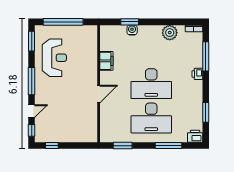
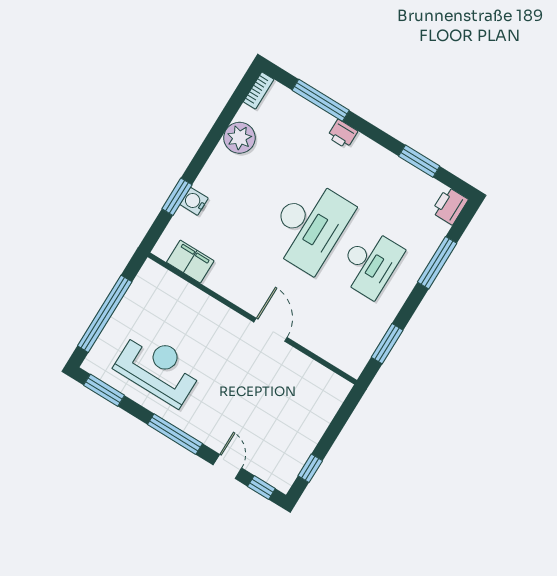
filing cabinet: (106, 61) -> (190, 262), moved
desk: (151, 118) -> (370, 263), width x0.73, depth x0.77

